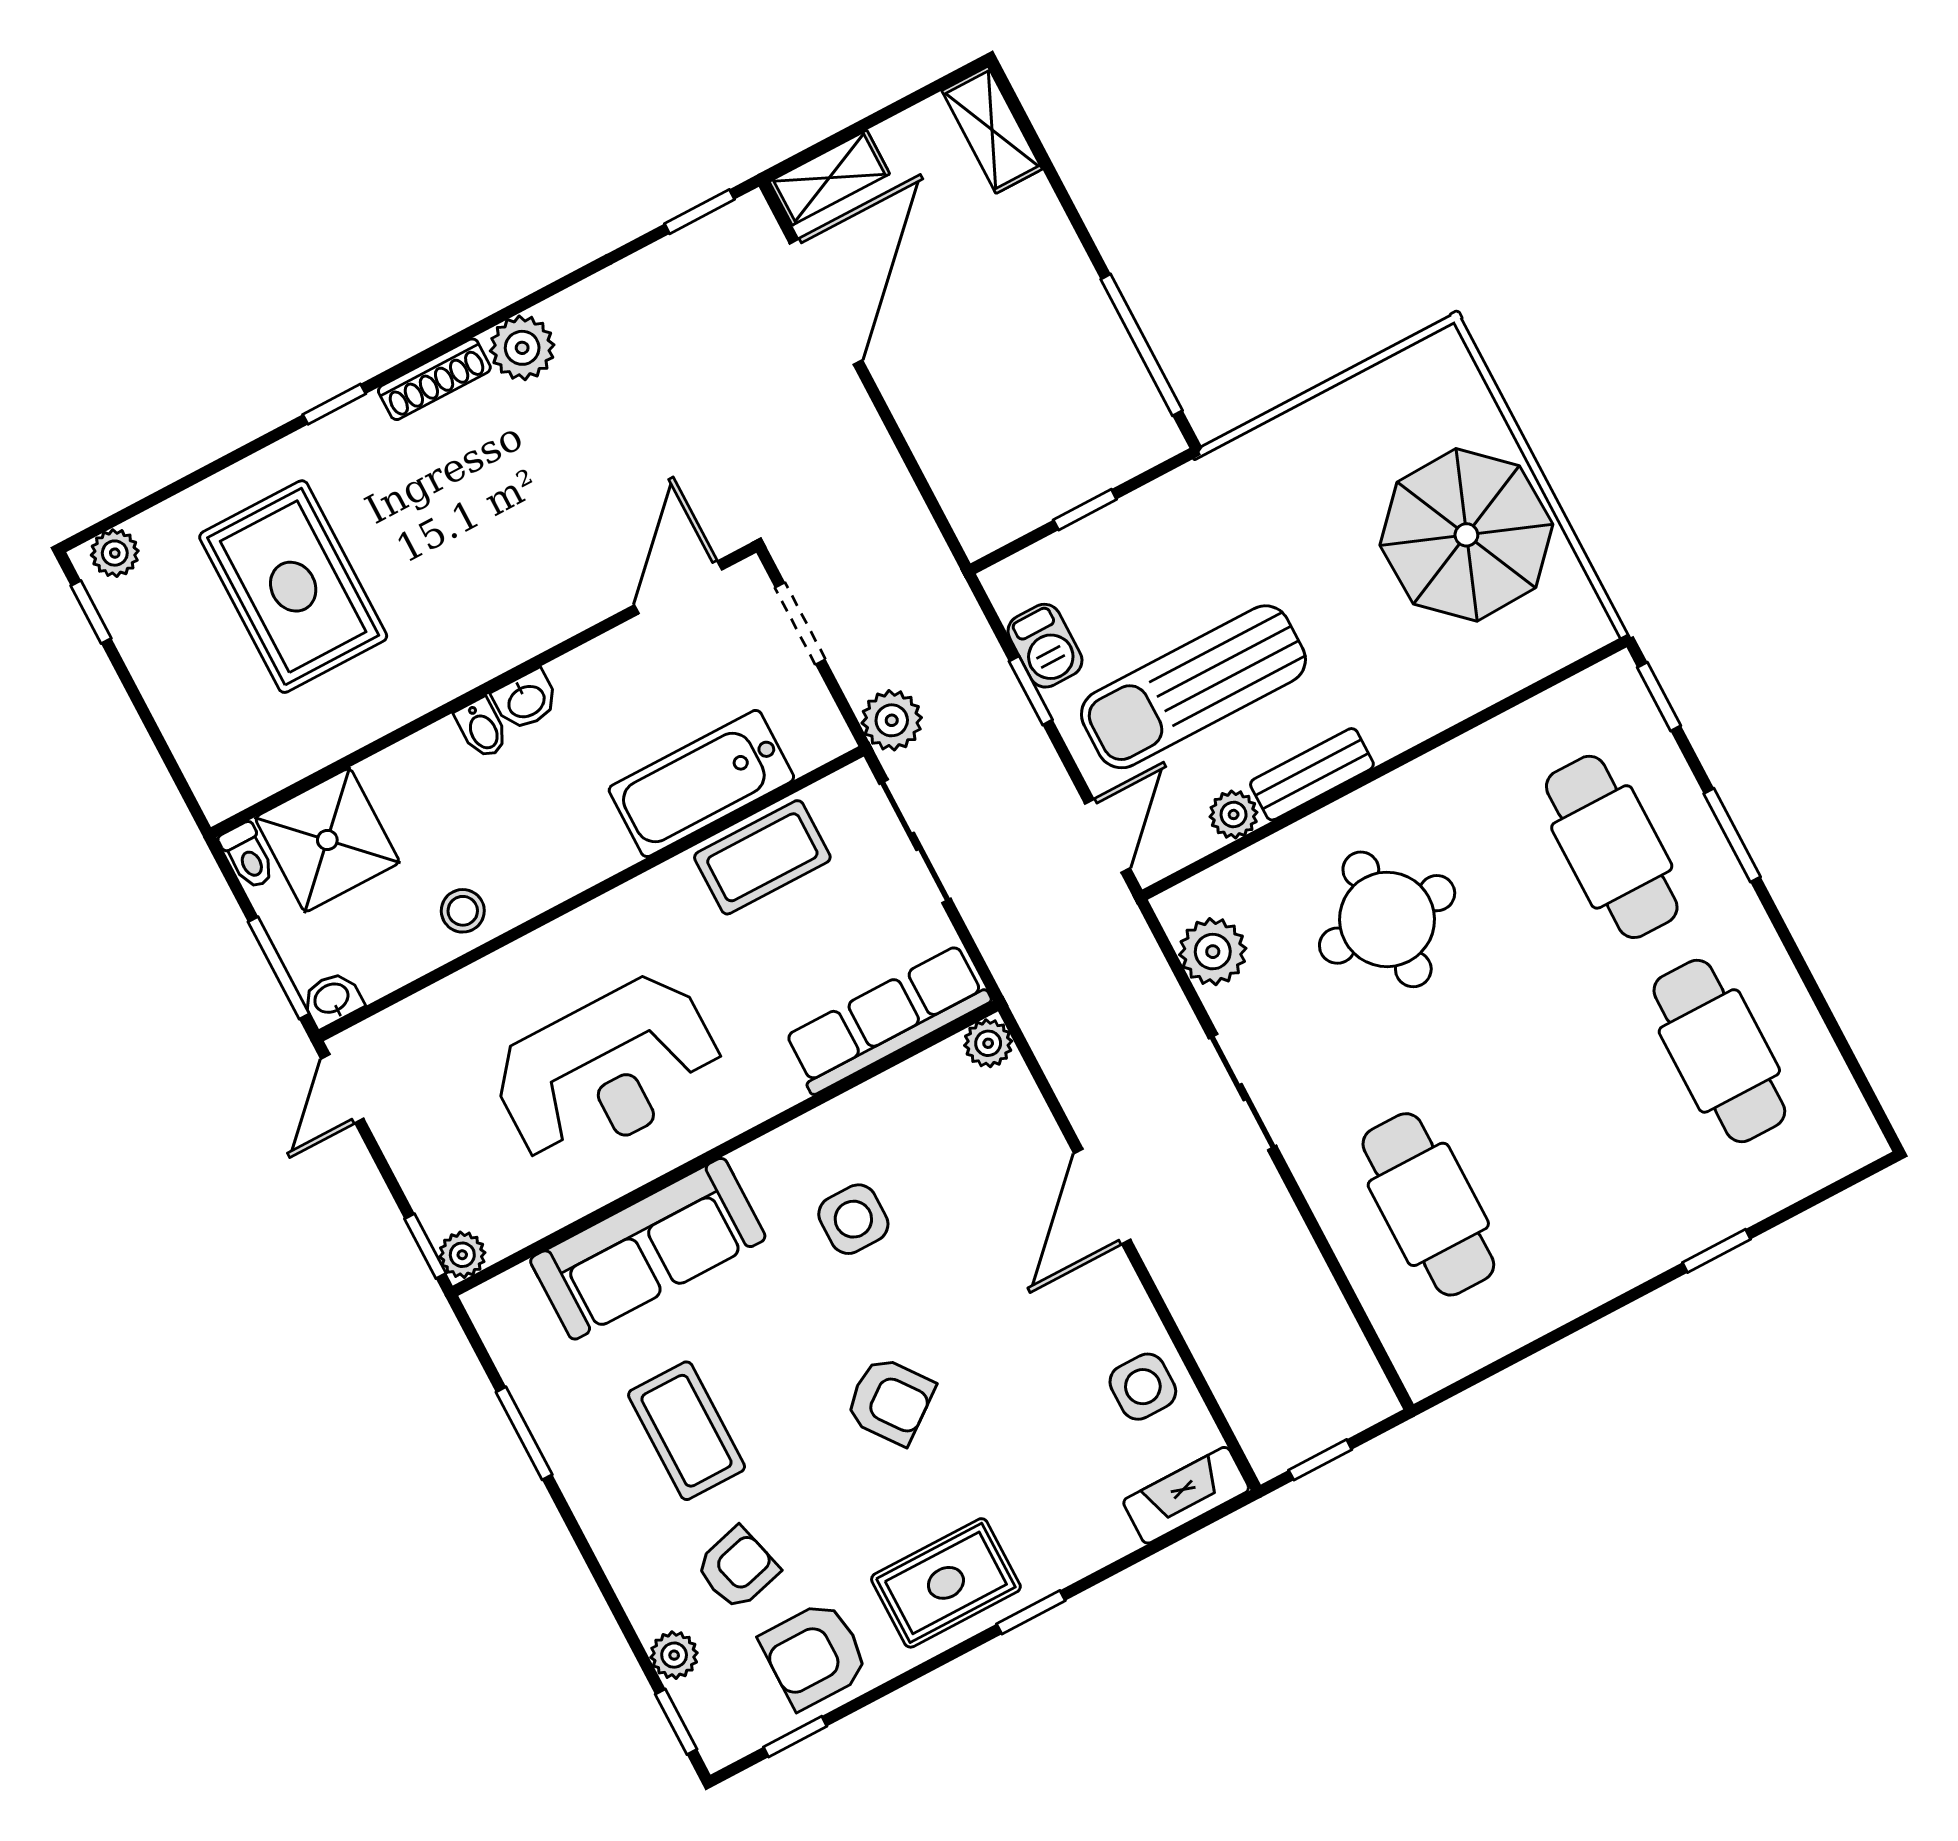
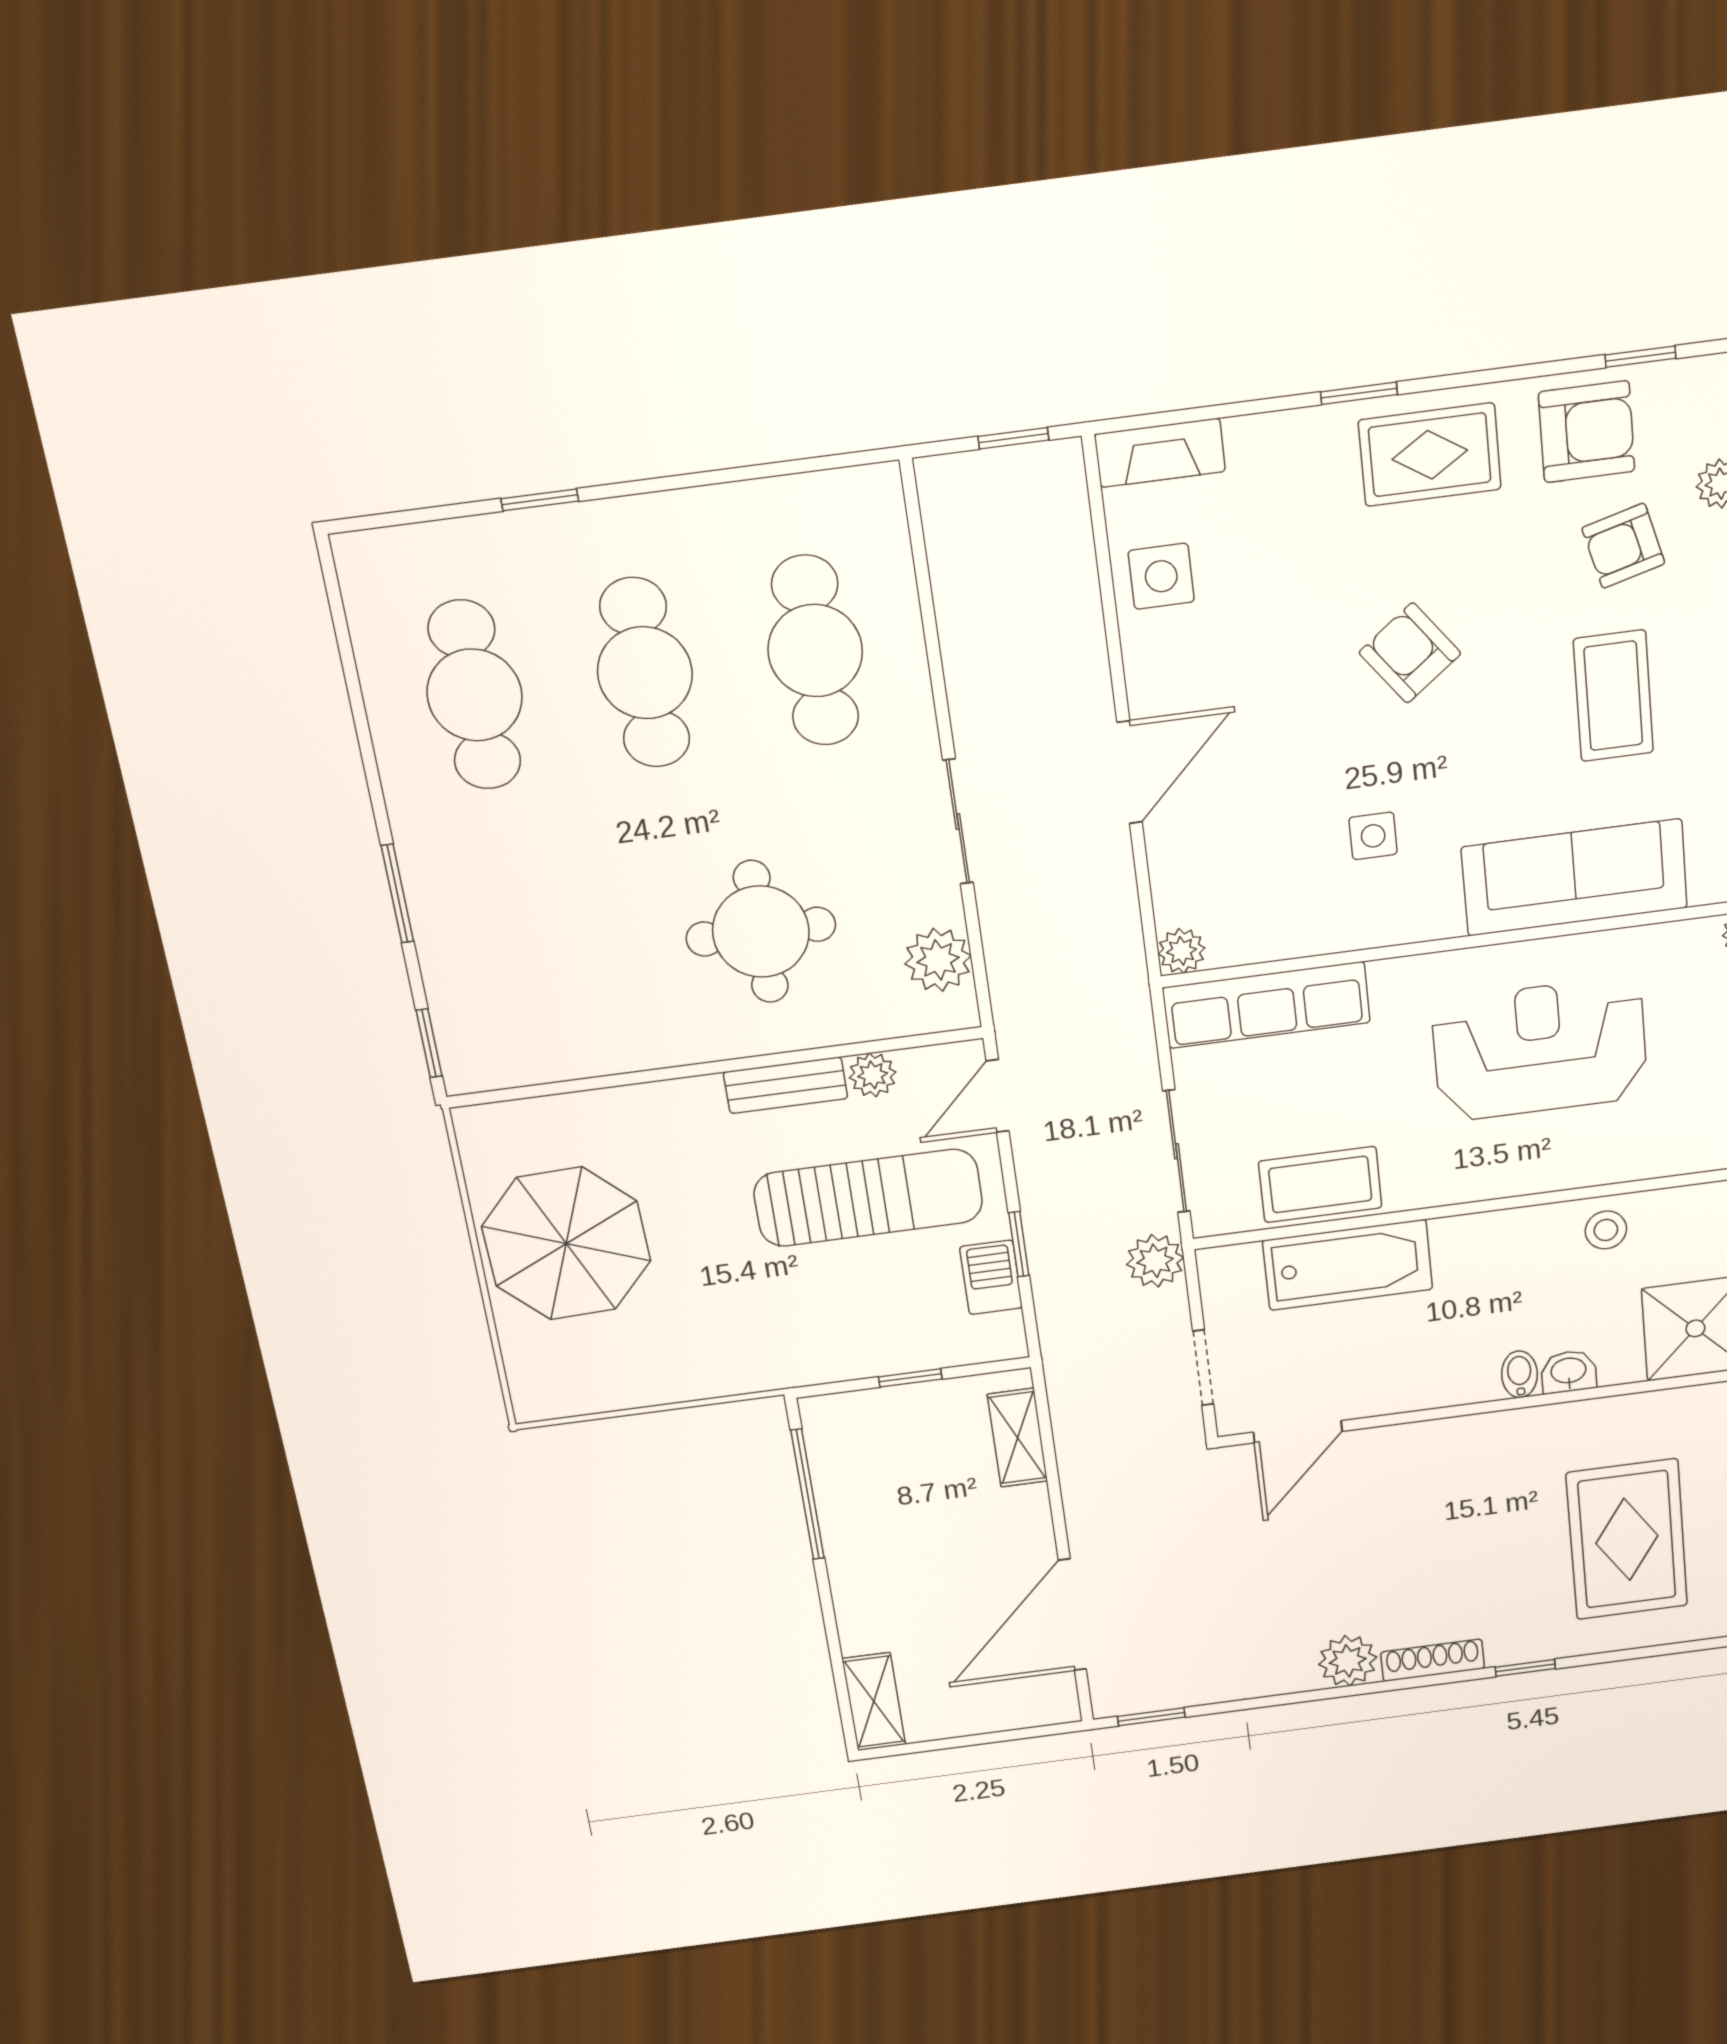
shelving: (829, 178) -> (1017, 1438), moved, turned 90
washbasin: (526, 700) -> (1569, 1372), moved
cafe table: (1612, 847) -> (645, 673), moved
side table: (853, 1219) -> (1373, 836), width x0.73, depth x0.73

